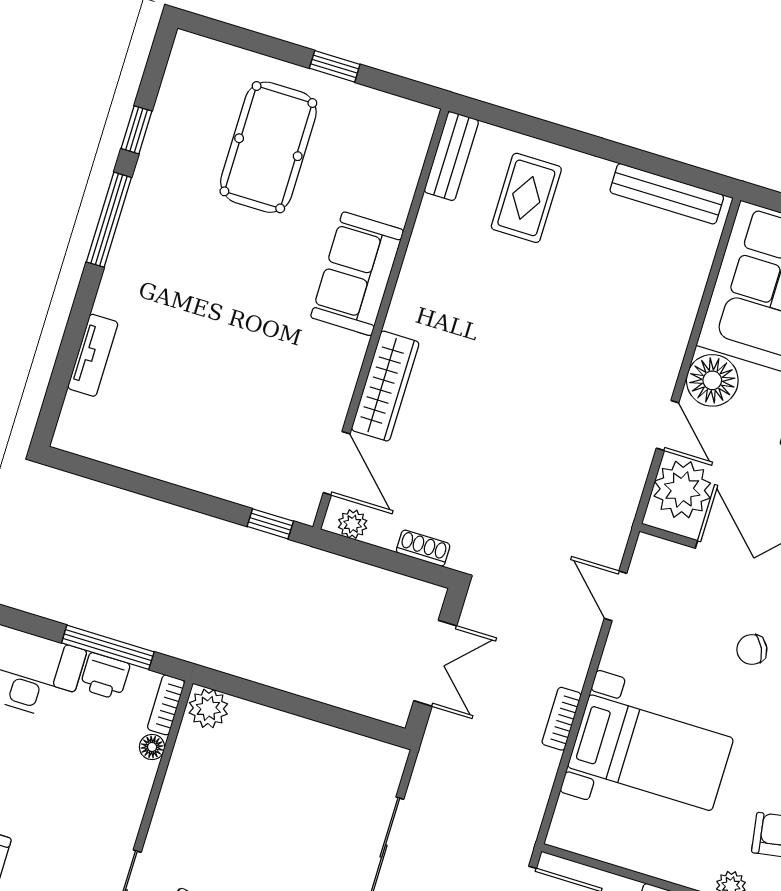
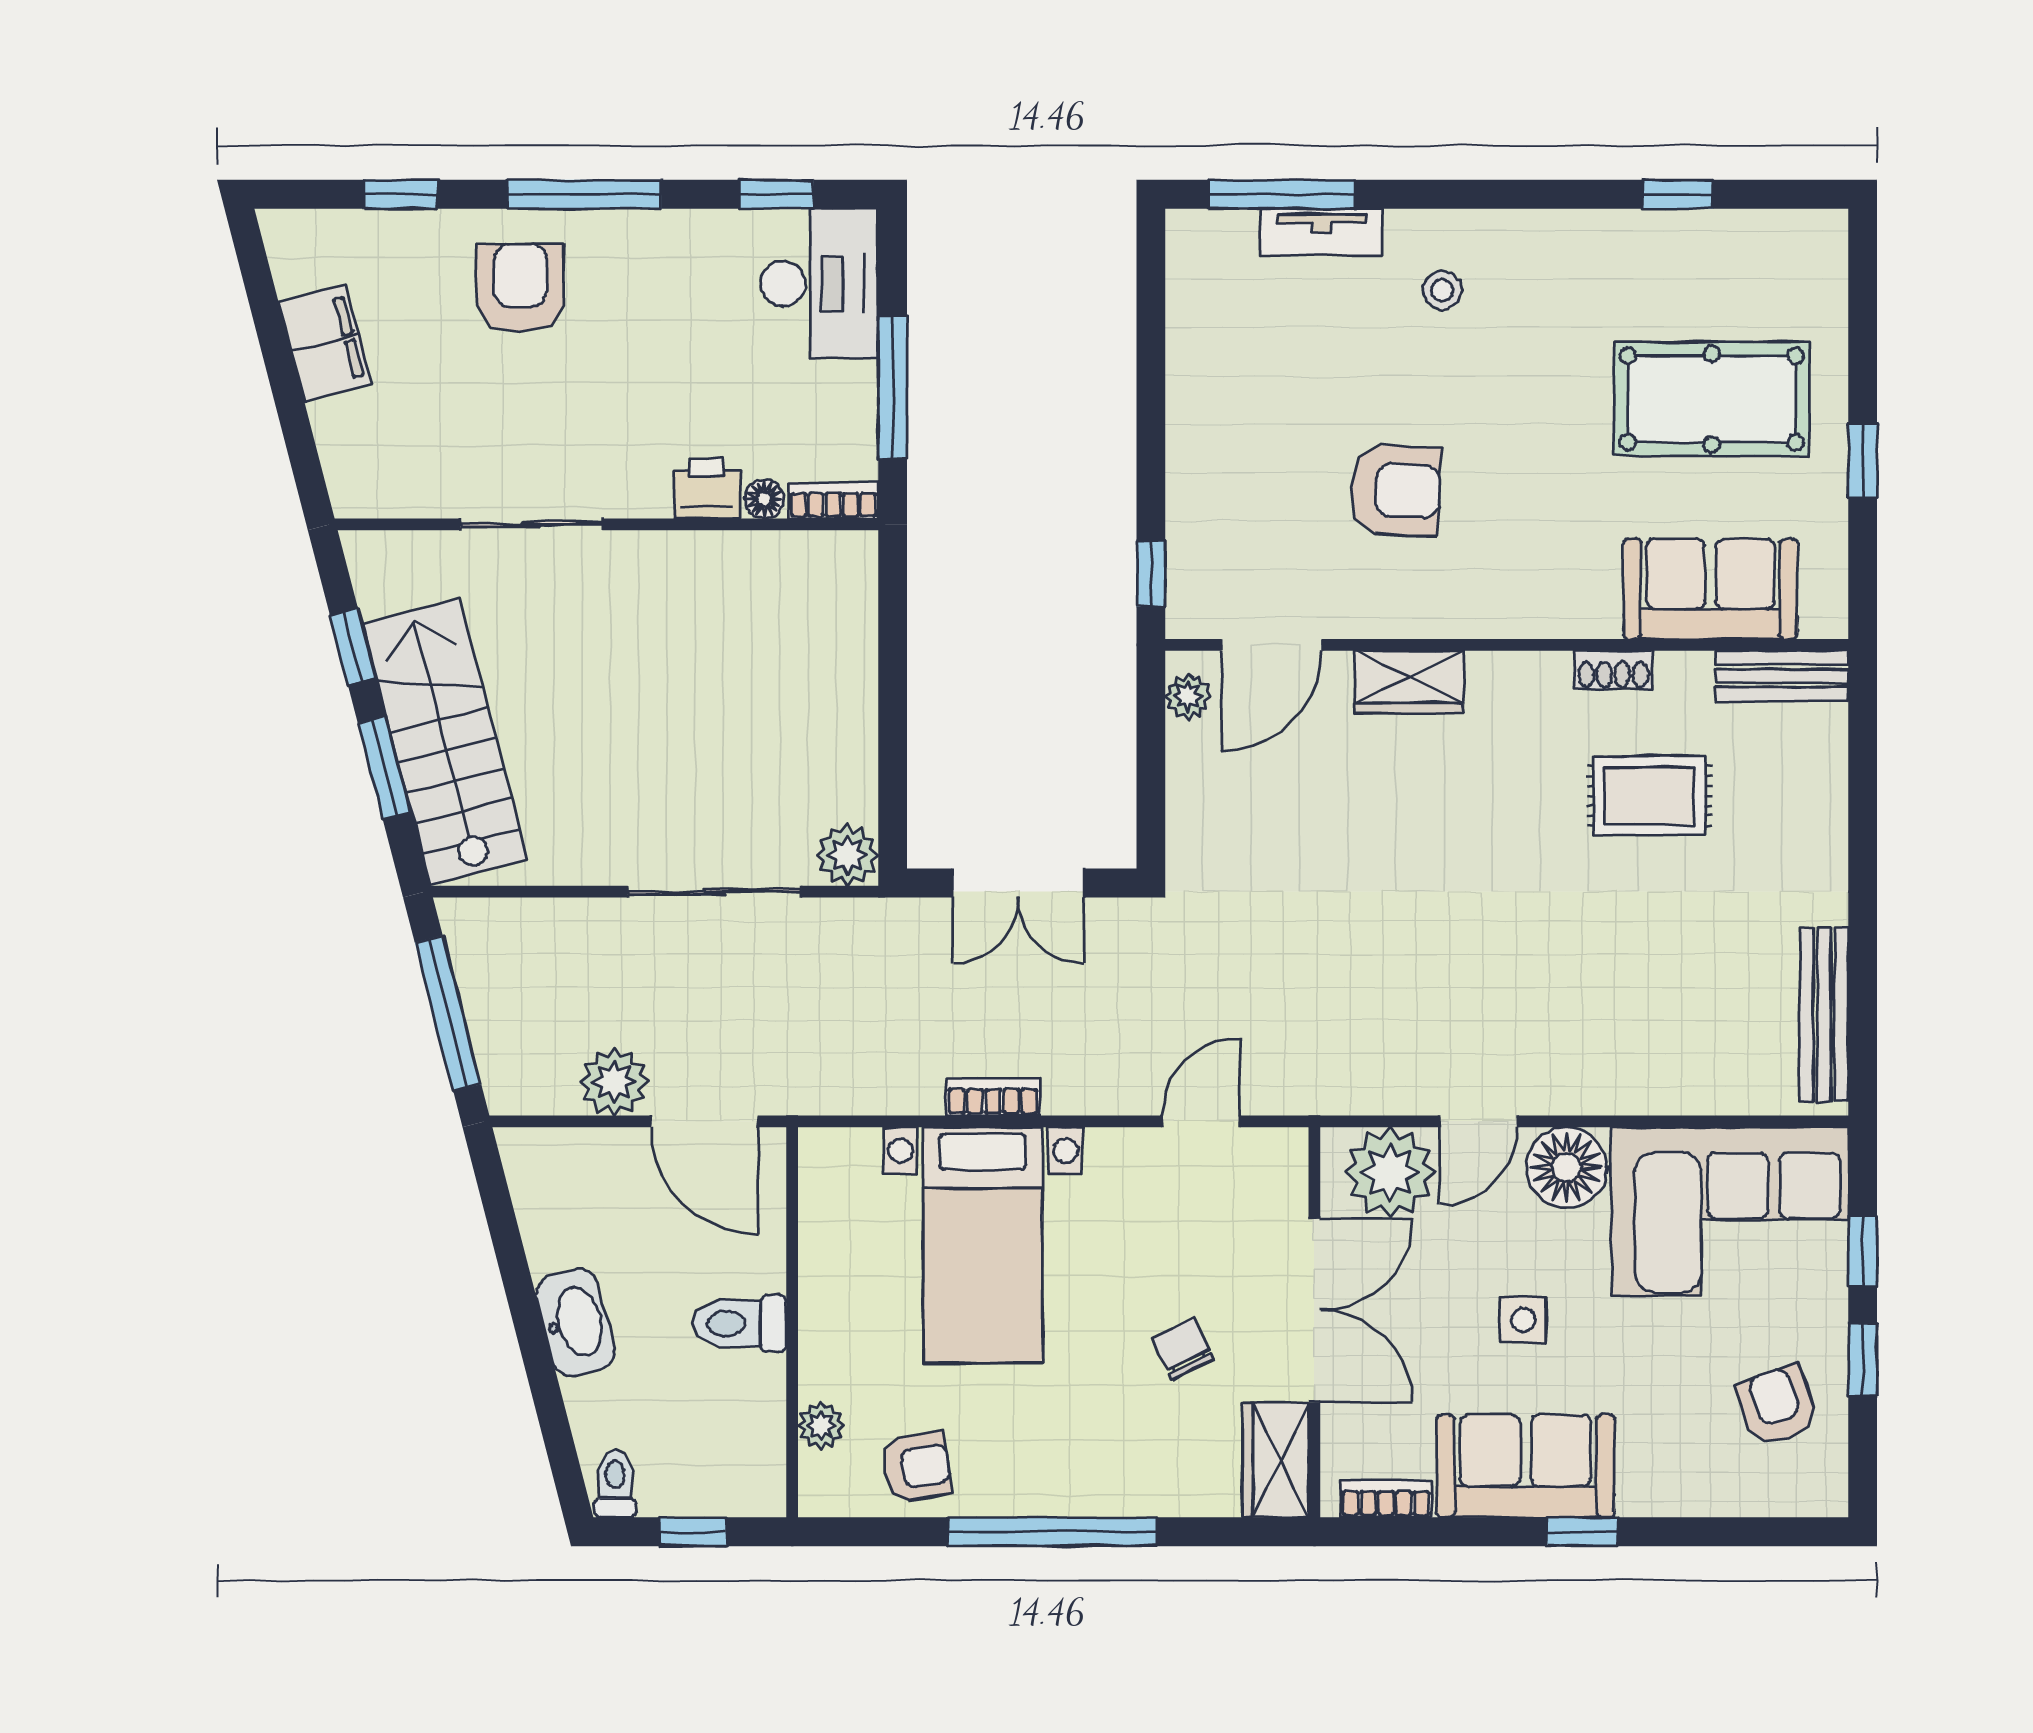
rug: (526, 198) -> (1649, 796), moved
window: (109, 220) -> (1282, 194), moved
sofa: (357, 274) -> (1710, 589), moved
stool: (151, 292) -> (1442, 290), added
armchair: (265, 358) -> (1395, 490), added
wardrobe: (385, 386) -> (1409, 682), width x0.67
shoe rack: (423, 548) -> (1613, 670), moved, turned 90
printer: (105, 676) -> (707, 489), moved, turned 90
plant: (208, 708) -> (847, 855), moved

